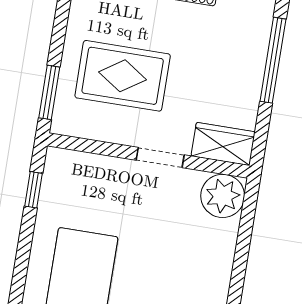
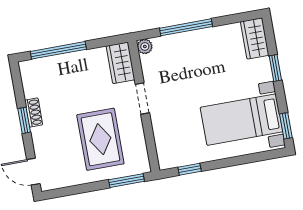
plant: (223, 196) -> (145, 46), width x0.53, depth x0.53
window: (241, 257) -> (186, 27), added

